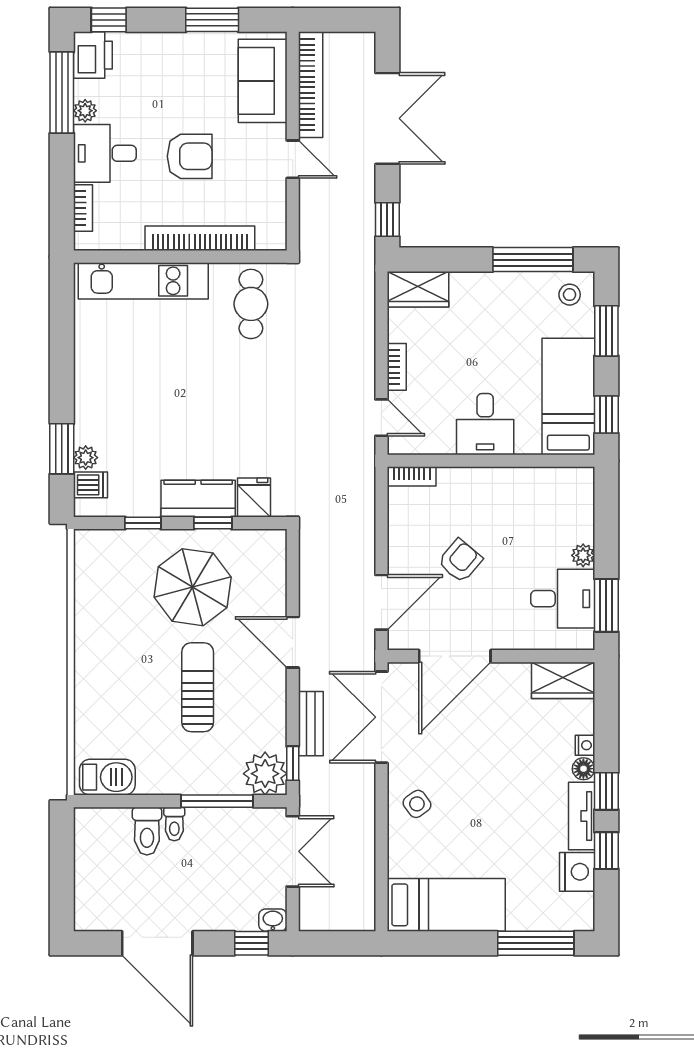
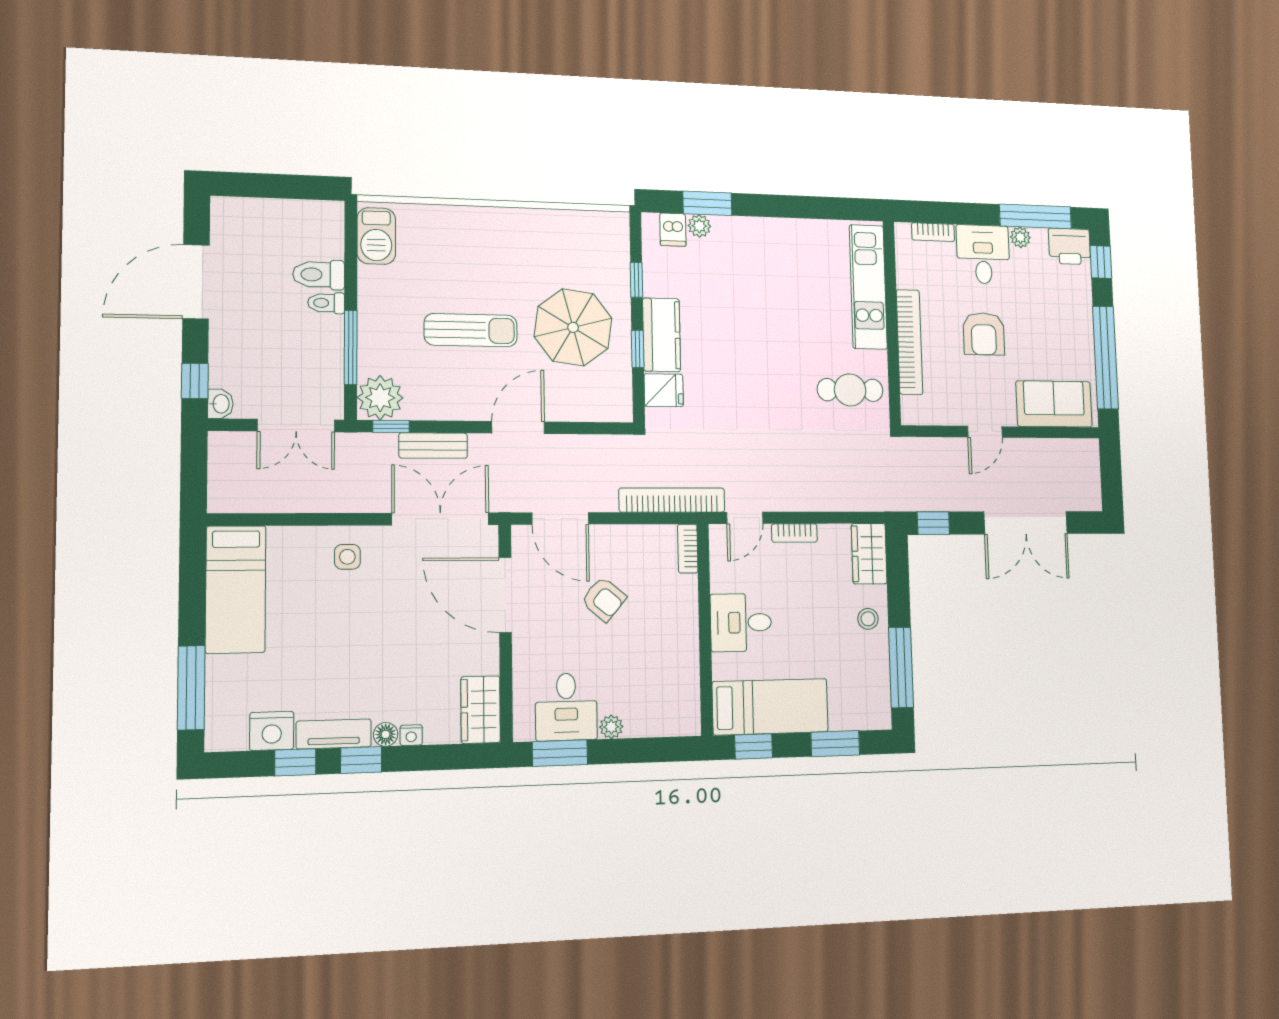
window: (212, 20) -> (1105, 358), width x2.11
bookcase: (311, 85) -> (672, 500), moved, turned 180
stool: (570, 295) -> (868, 619), moved
side table: (417, 804) -> (347, 557), turned 36

